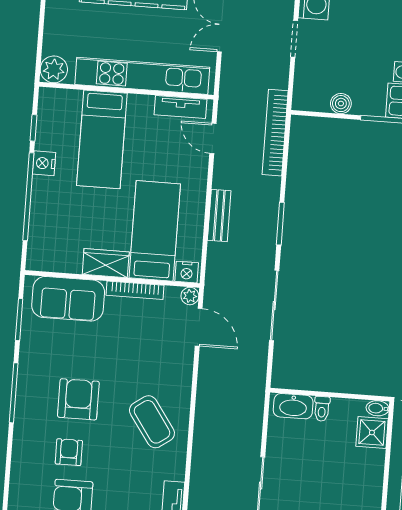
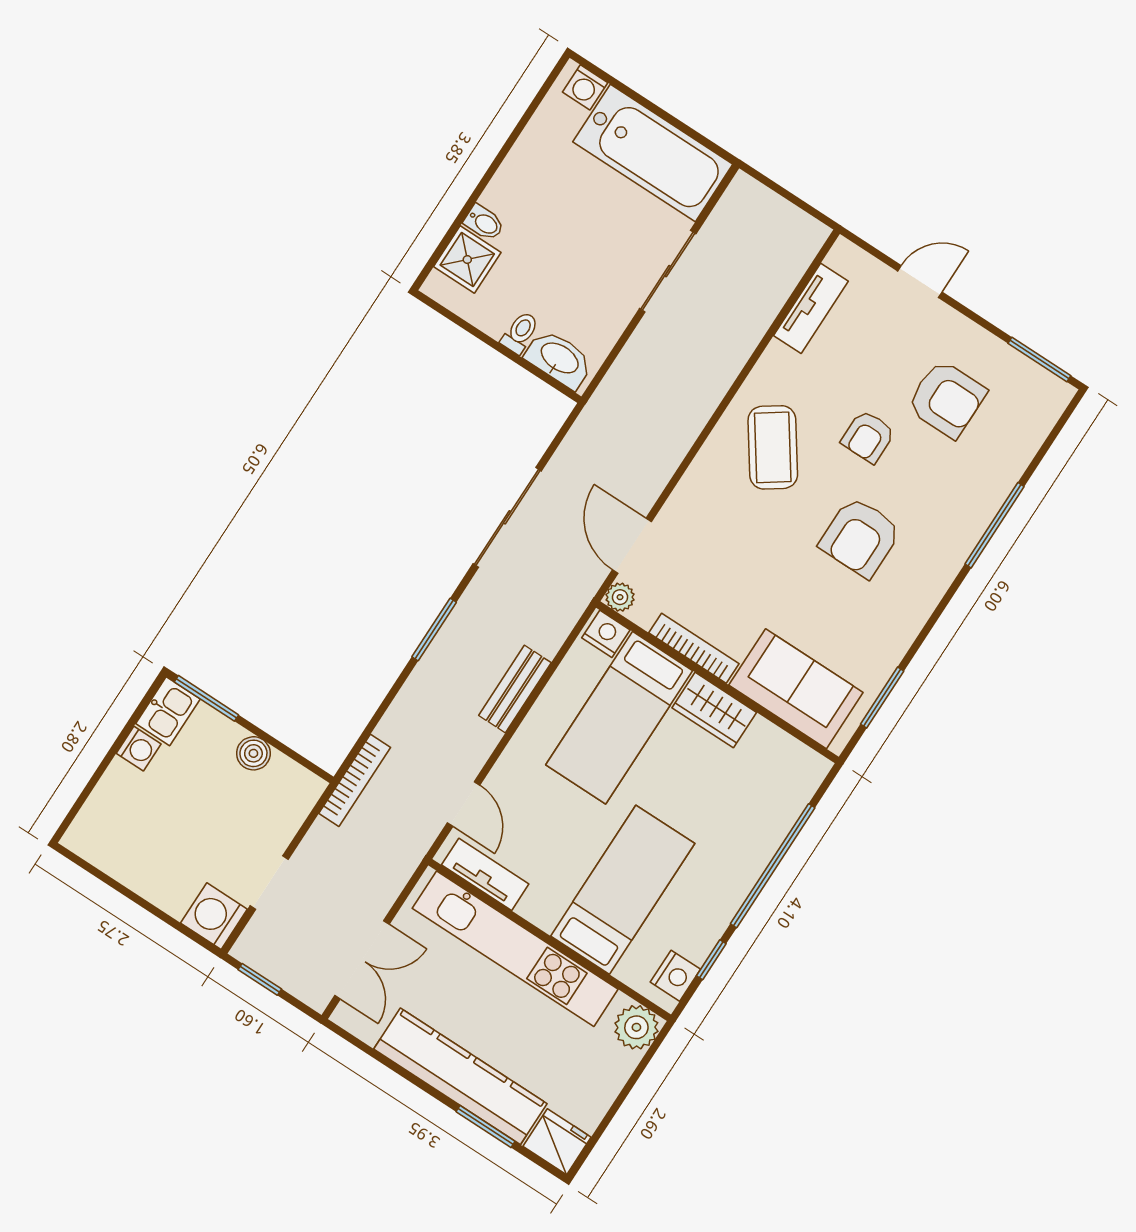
bookcase: (275, 133) -> (355, 780), width x0.68, depth x0.76
nightstand: (44, 163) -> (675, 976), moved
window: (14, 393) -> (994, 525), moved
bidet: (377, 408) -> (484, 223), moved
armchair: (69, 452) -> (868, 437), moved

